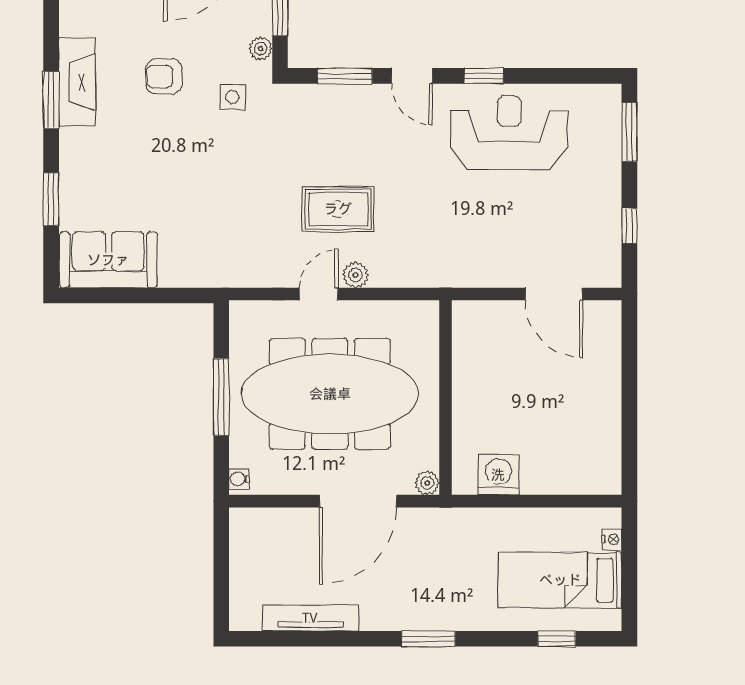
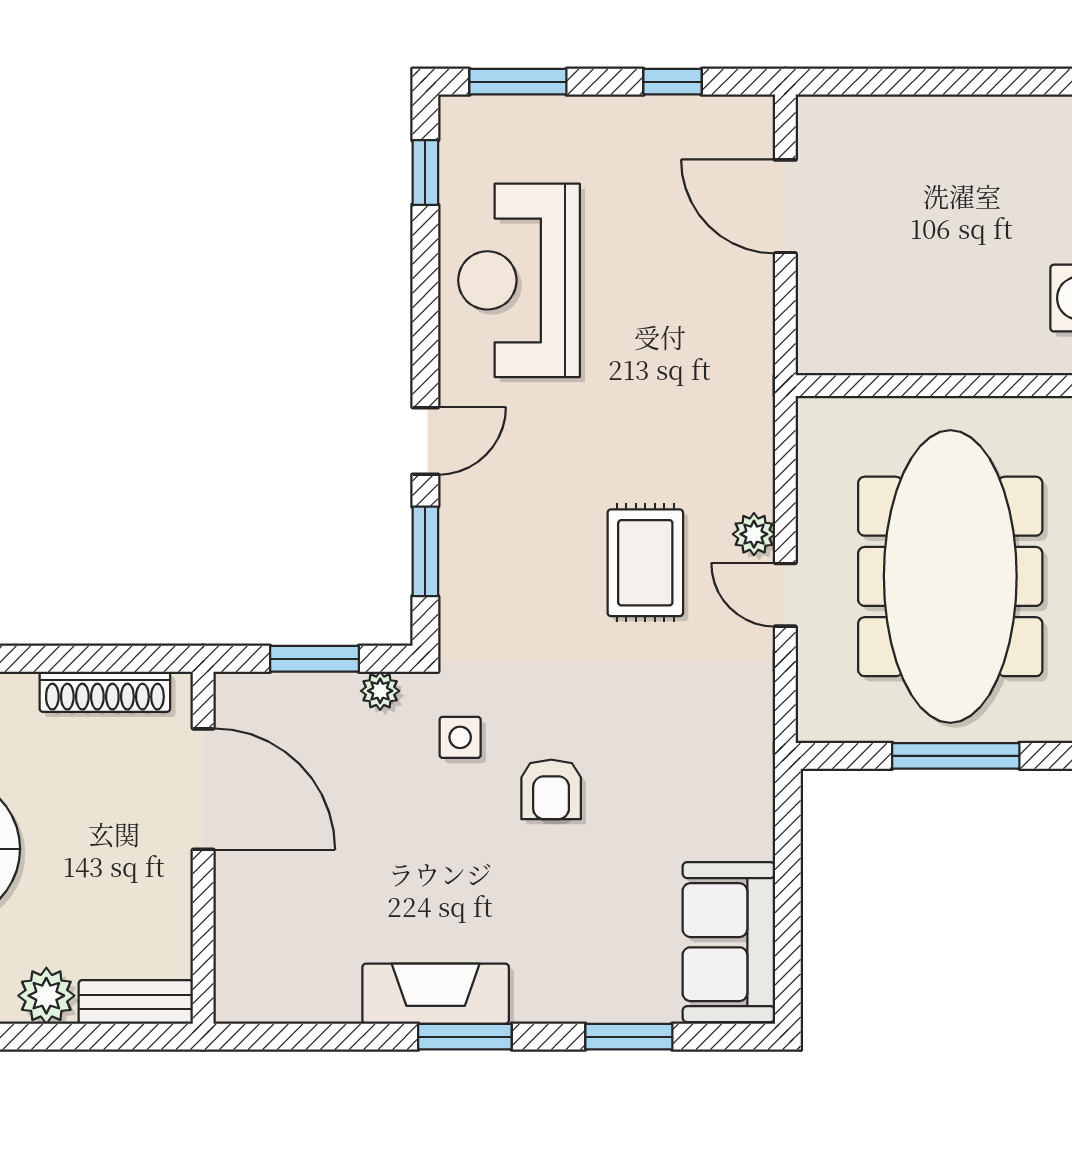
armchair: (164, 76) -> (551, 789), moved
window: (484, 76) -> (425, 173), moved
door: (554, 294) -> (785, 206), swing flipped

